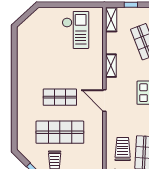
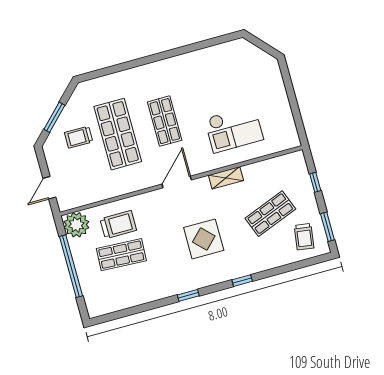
shelving: (111, 19) -> (288, 161), removed
checkout: (75, 30) -> (234, 129), moved

